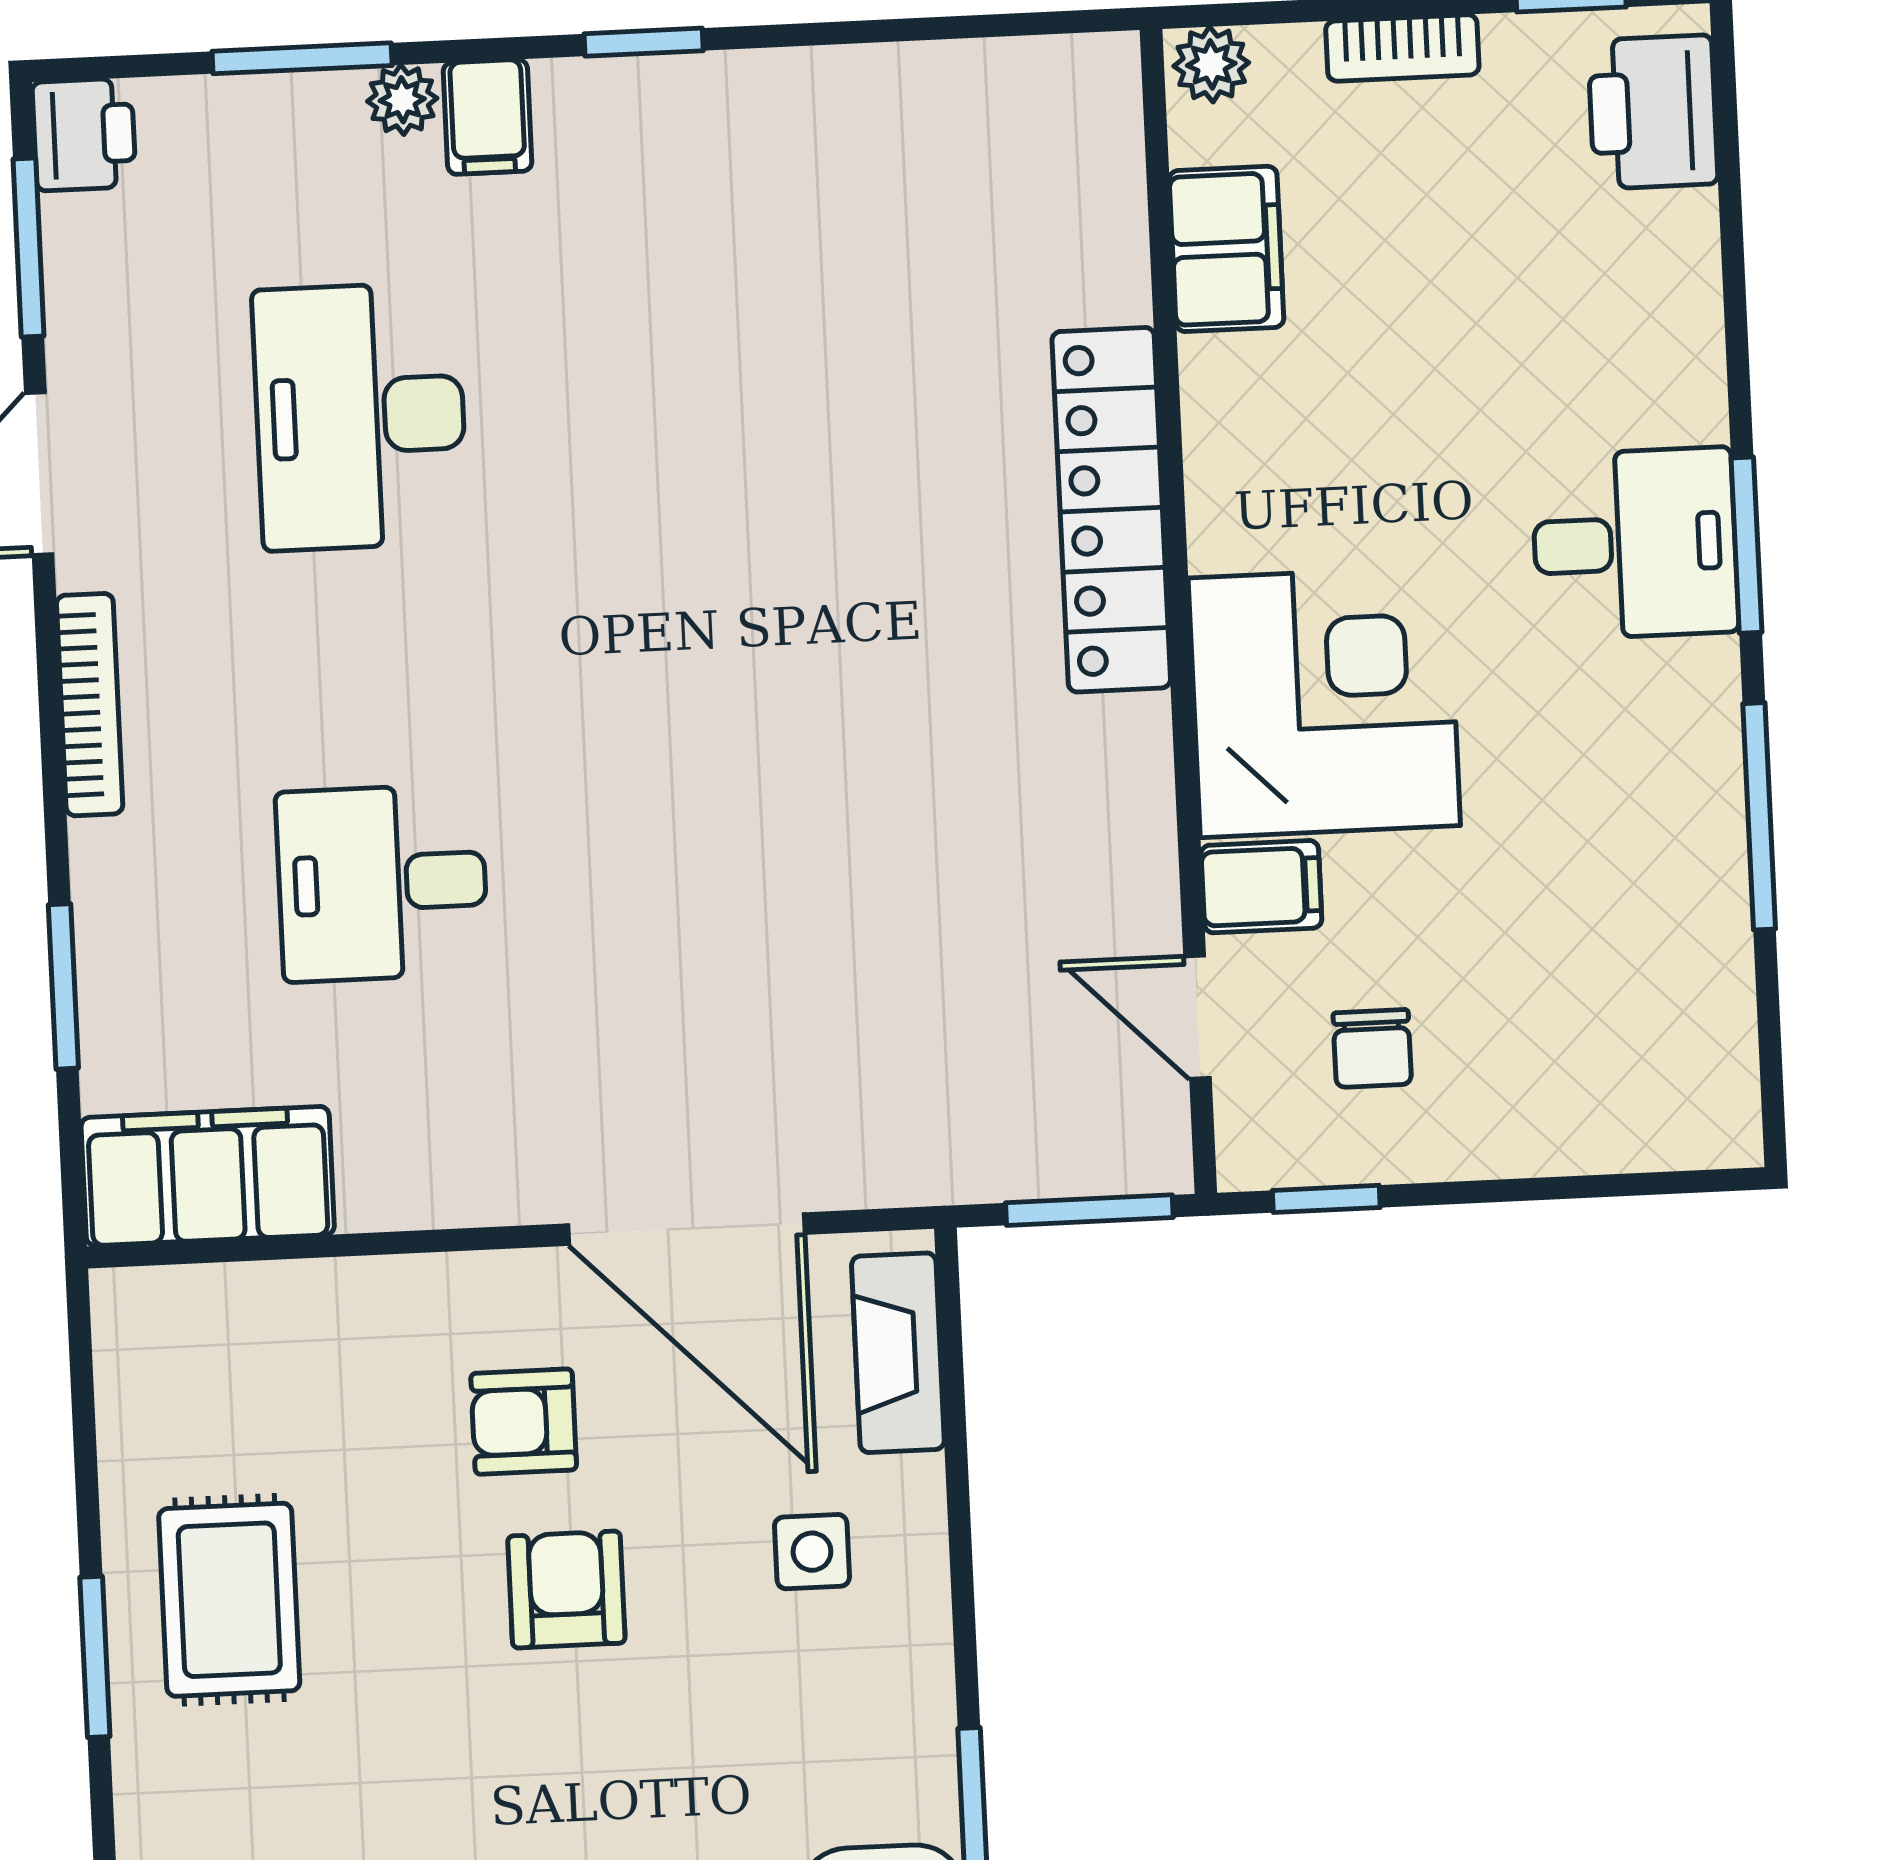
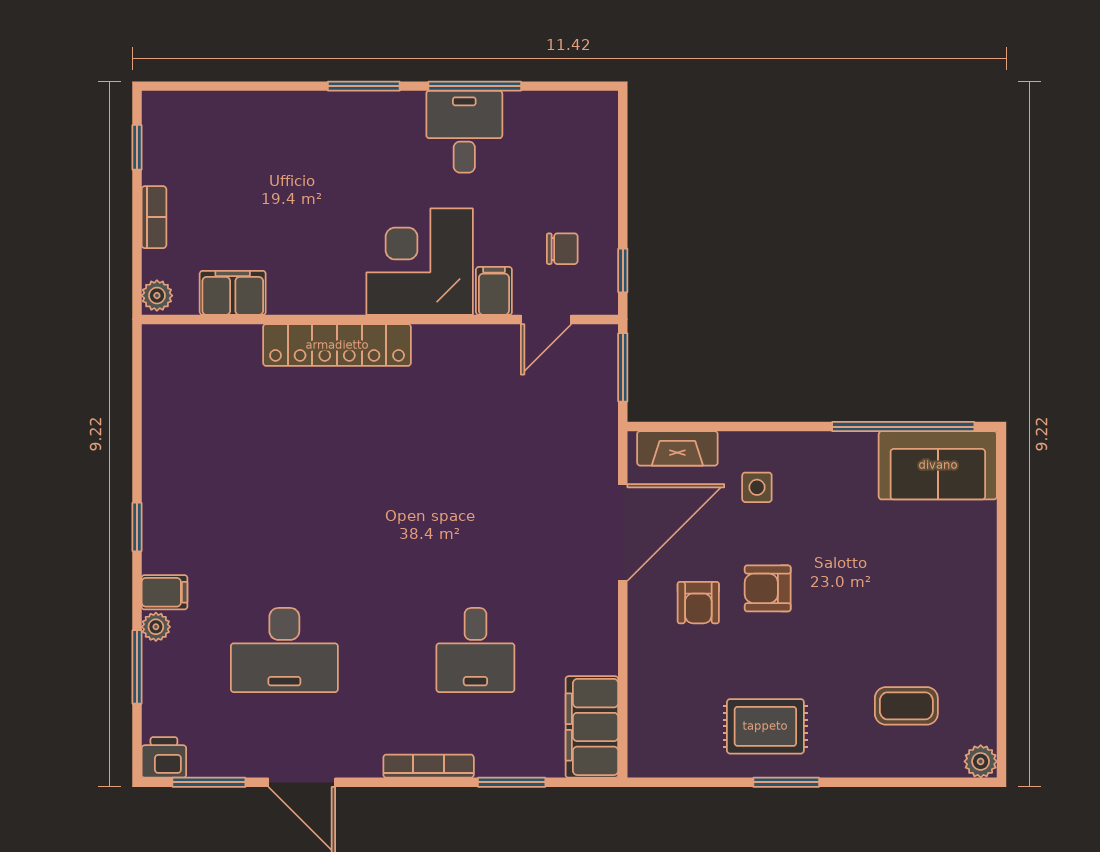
printer: (1653, 112) -> (185, 116), removed
desk: (1635, 544) -> (464, 132), moved
bookcase: (90, 705) -> (429, 766), moved

